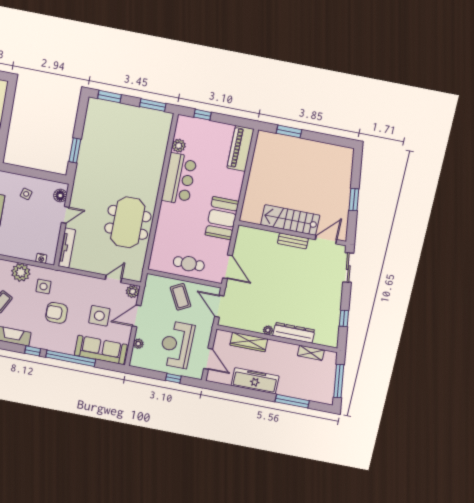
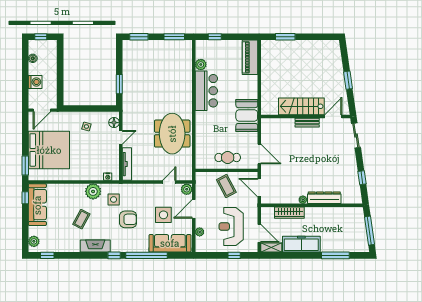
armchair: (57, 313) -> (128, 219), turned 180
shelving: (311, 353) -> (271, 248), moved

